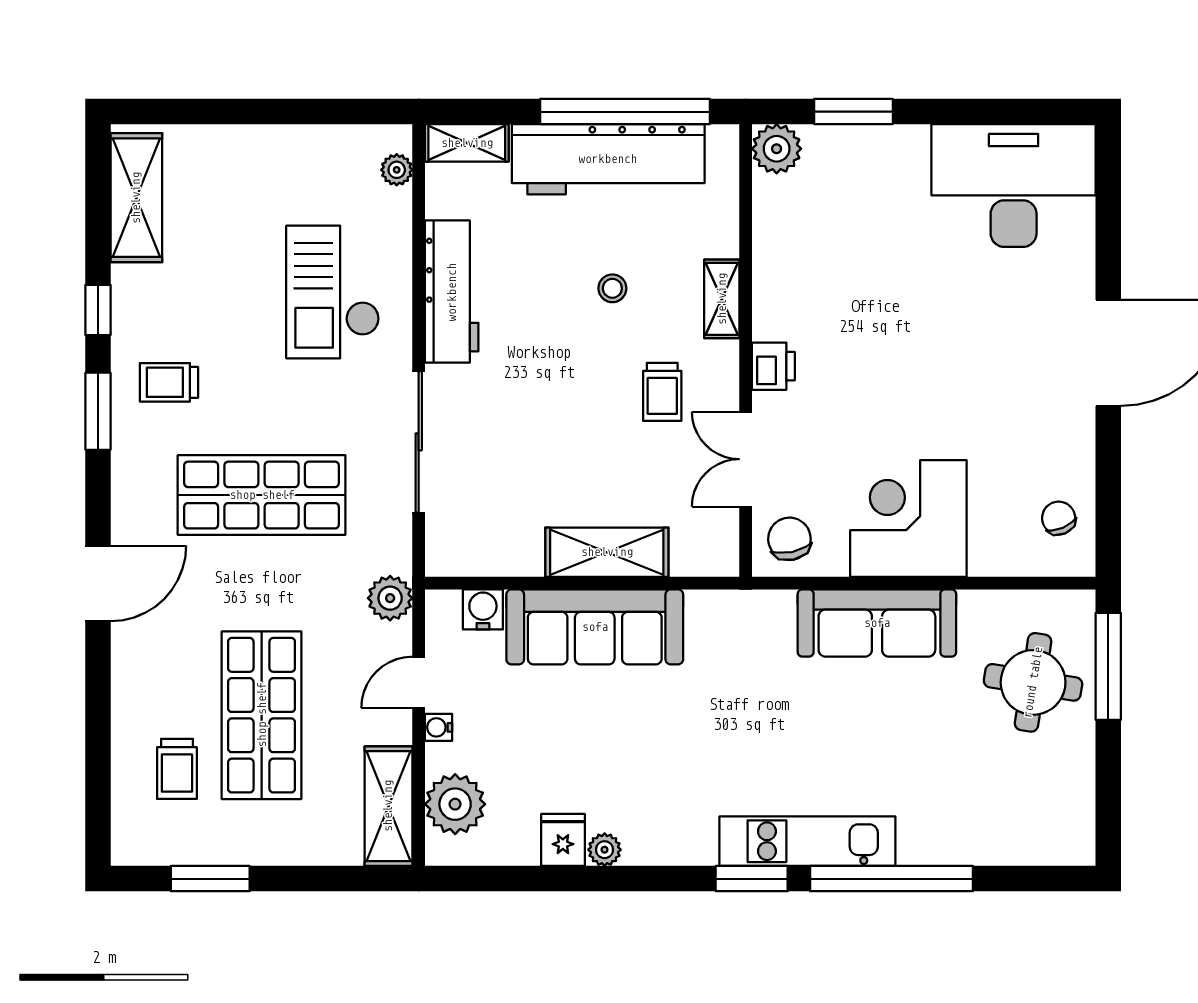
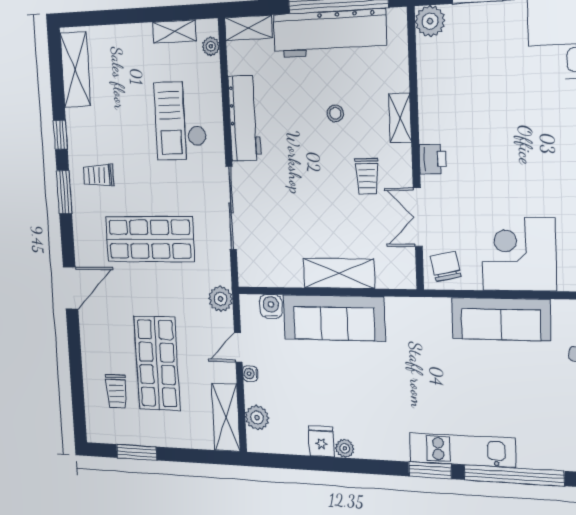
shelving: (331, 142) -> (174, 31), added
plant: (455, 804) -> (257, 418), width x0.73, depth x0.73

